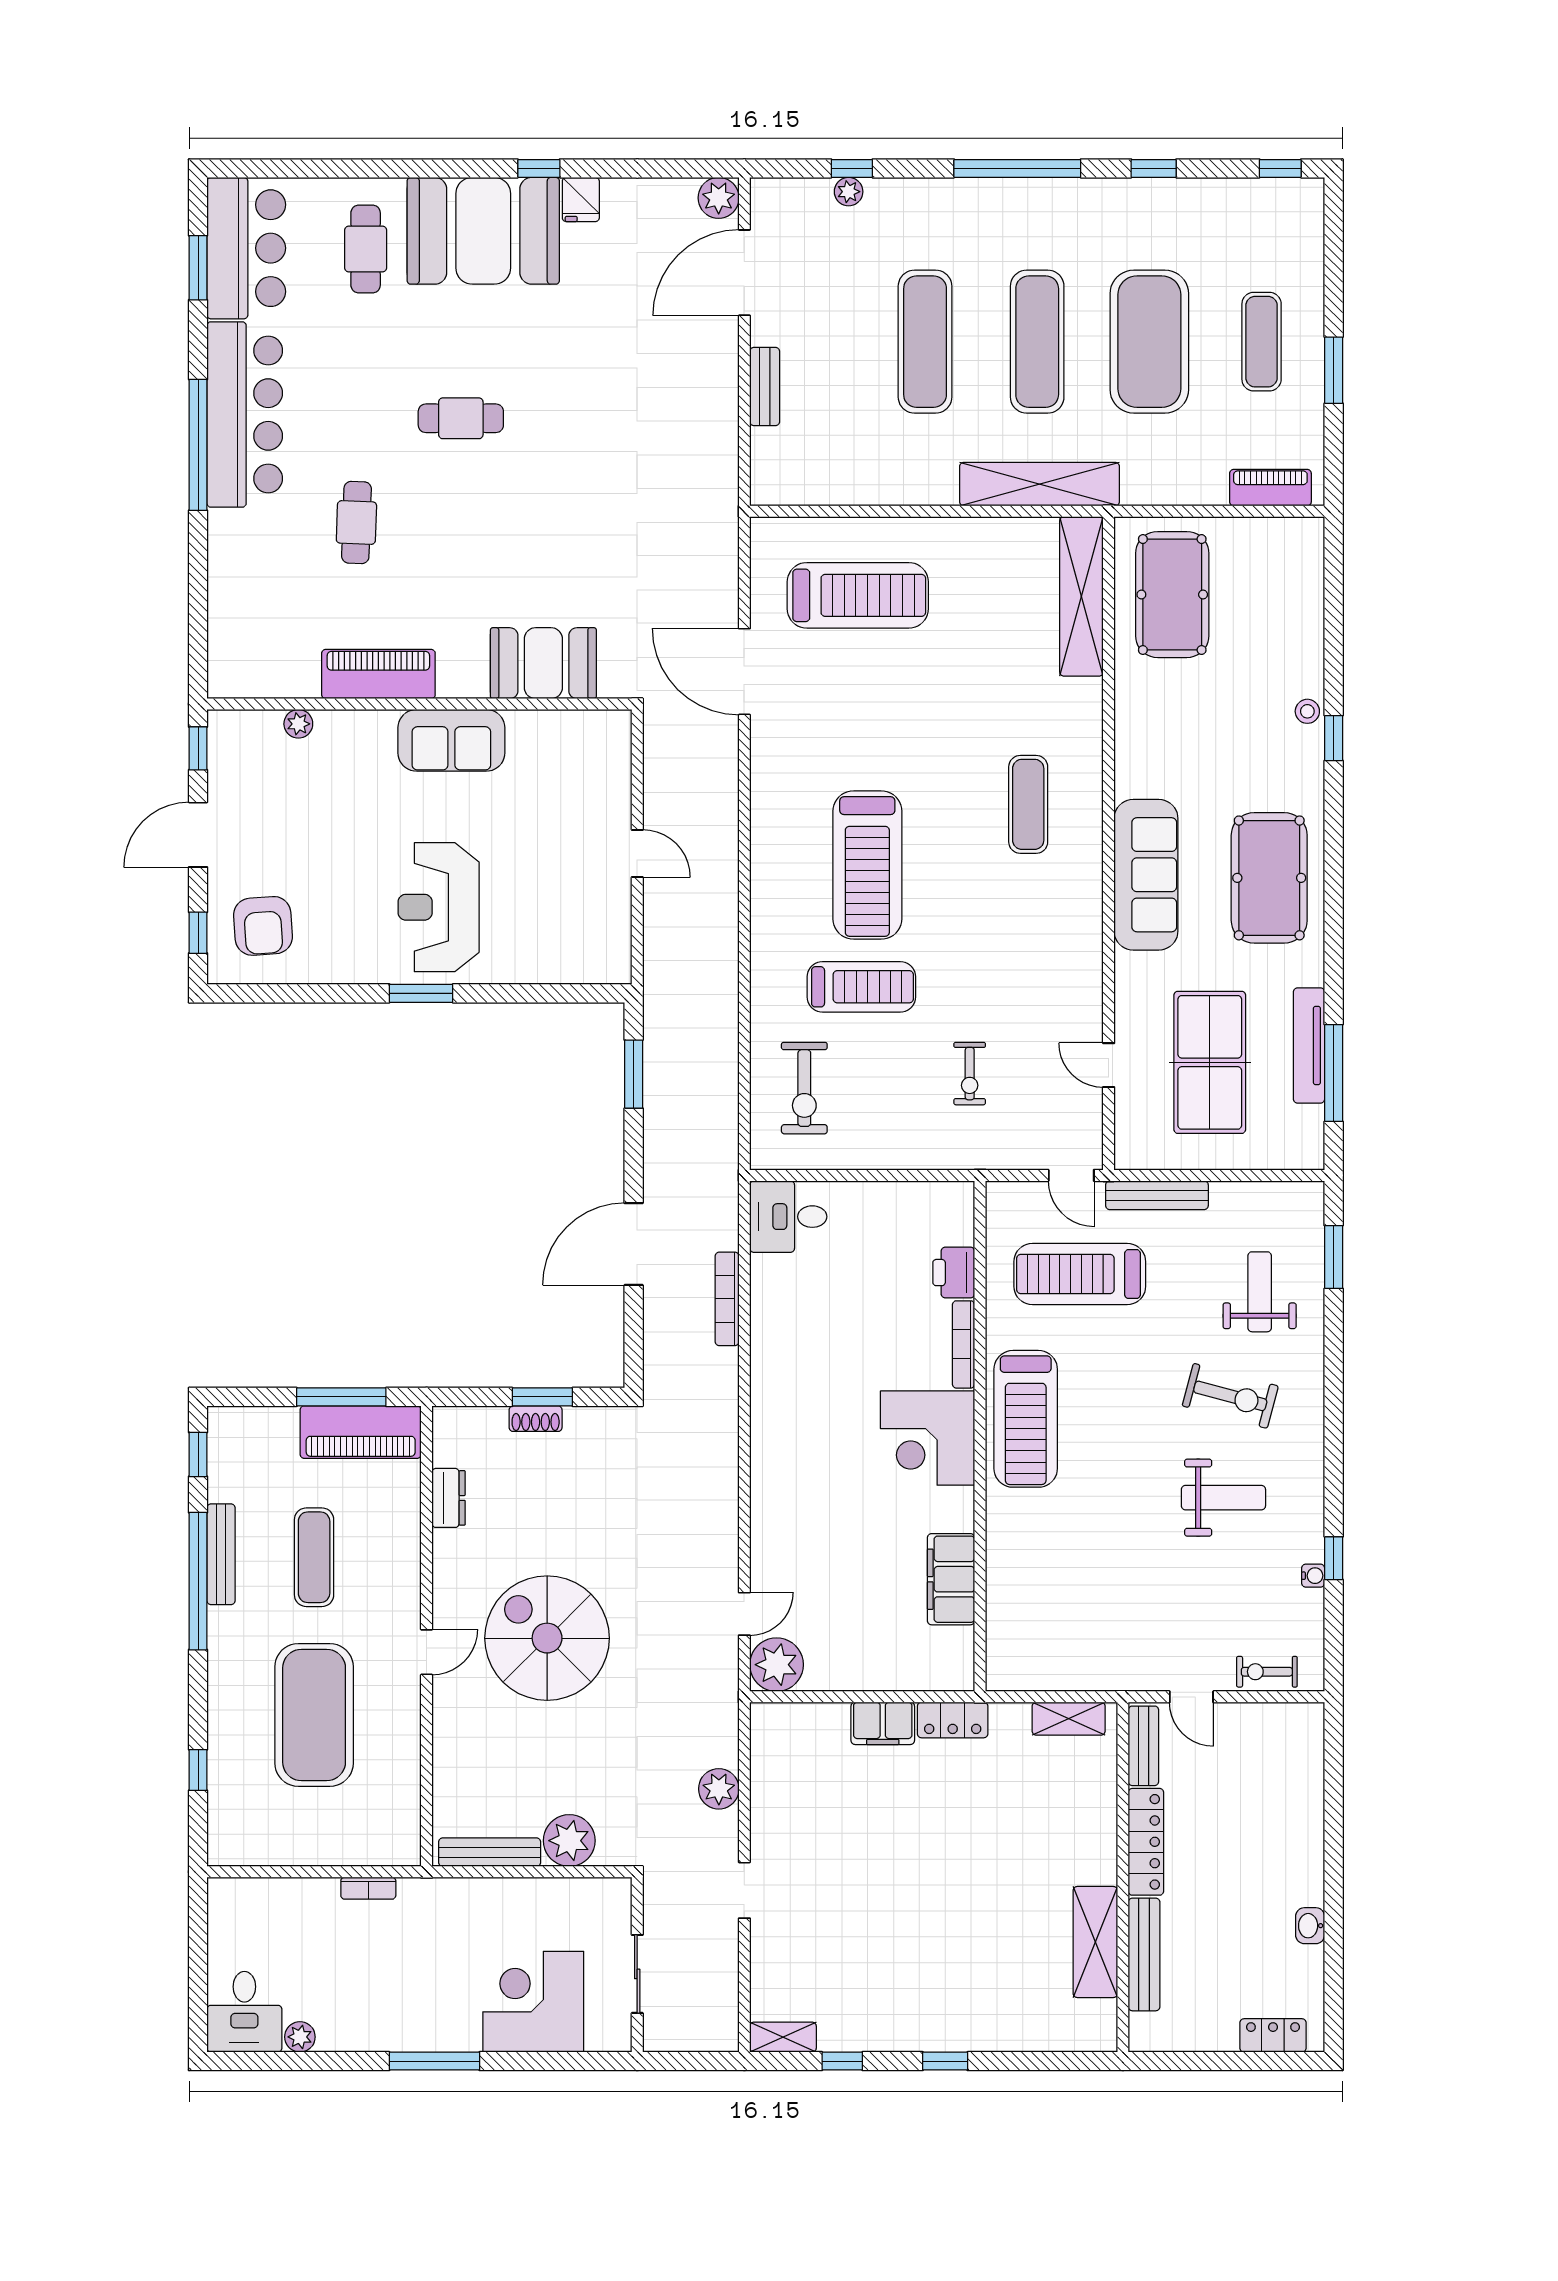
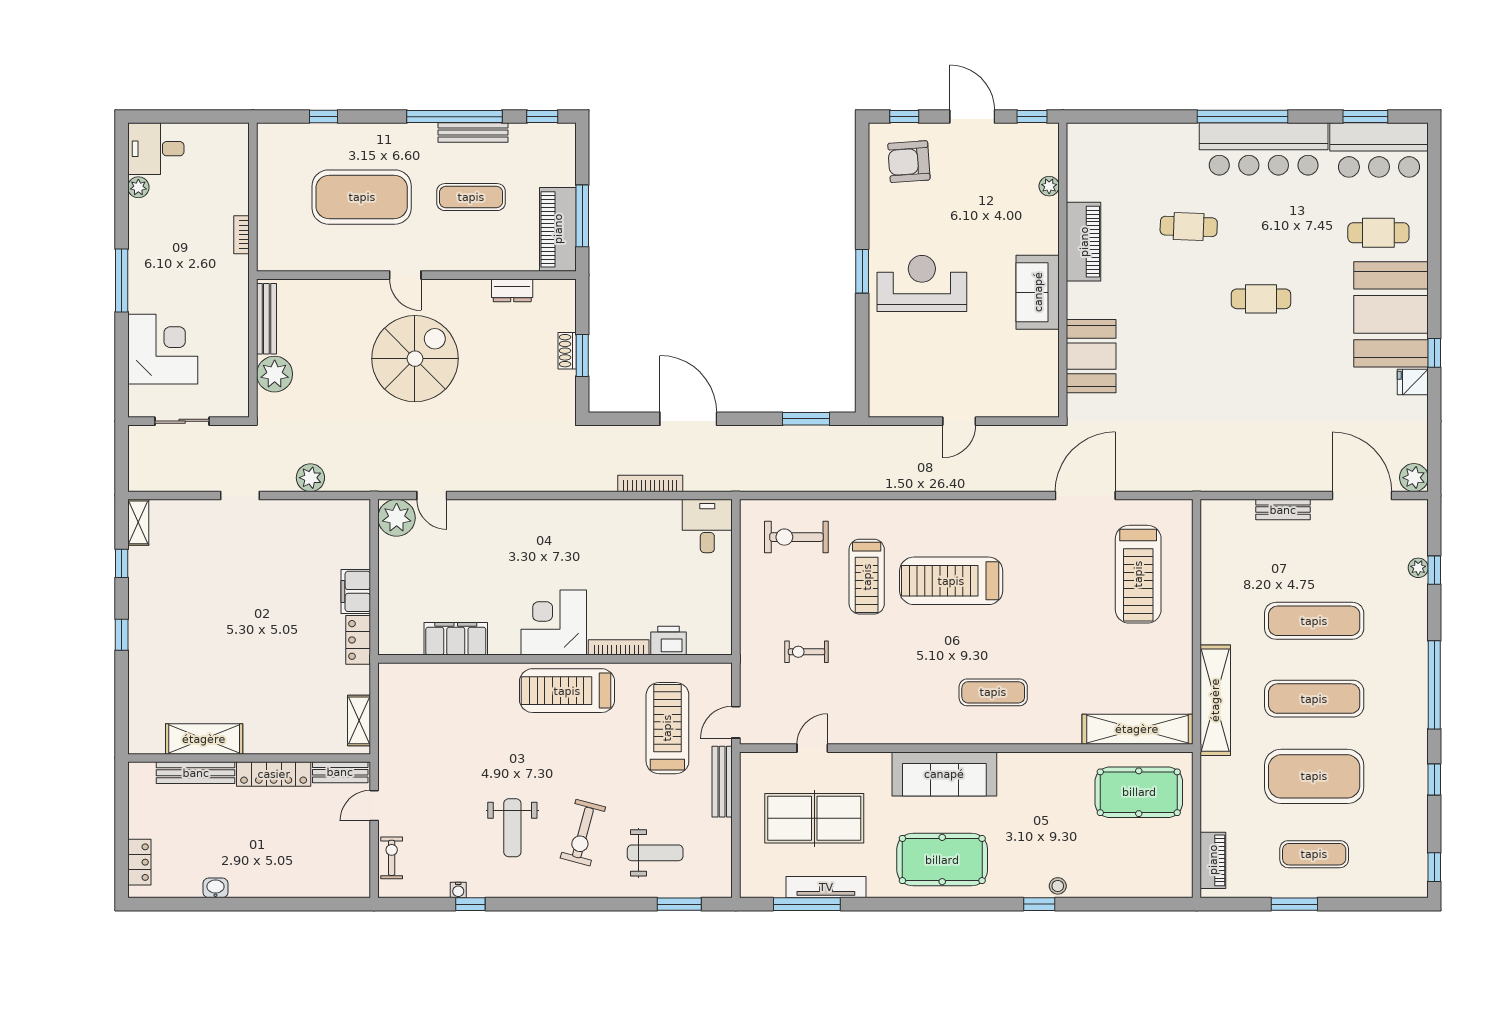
cafe table: (461, 418) -> (1261, 299), turned 90

